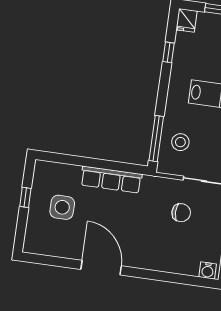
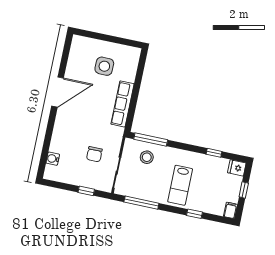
window: (25, 197) -> (114, 39), removed
water cooler: (208, 270) -> (53, 159), moved

